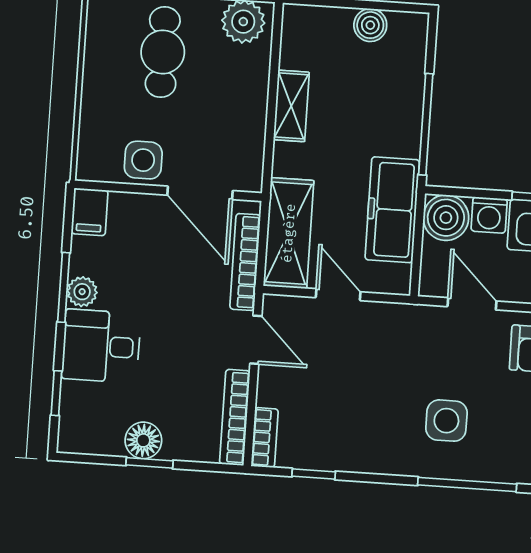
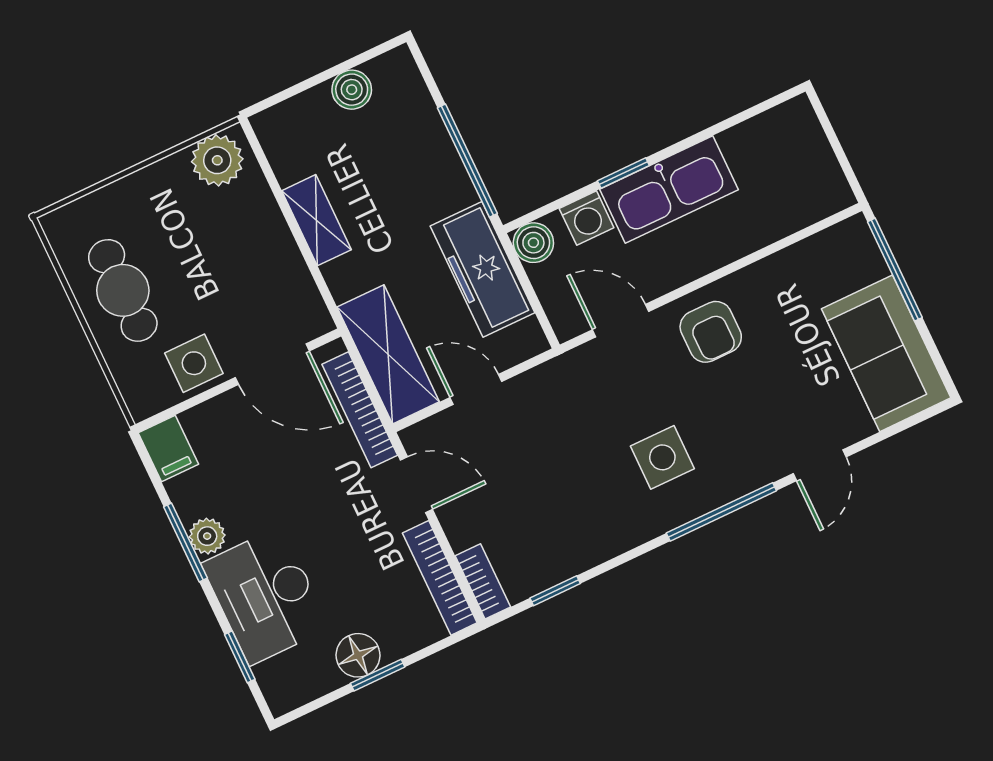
cafe table: (163, 52) -> (123, 290), moved
boiler: (446, 218) -> (533, 243), width x0.73, depth x0.73
desk: (101, 346) -> (265, 596), width x1.37

